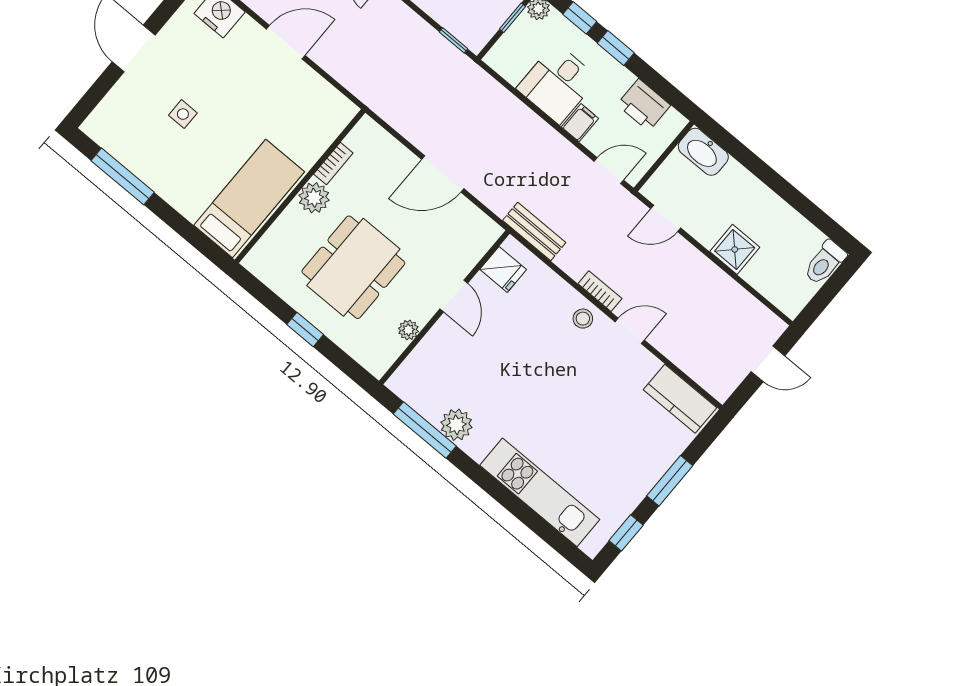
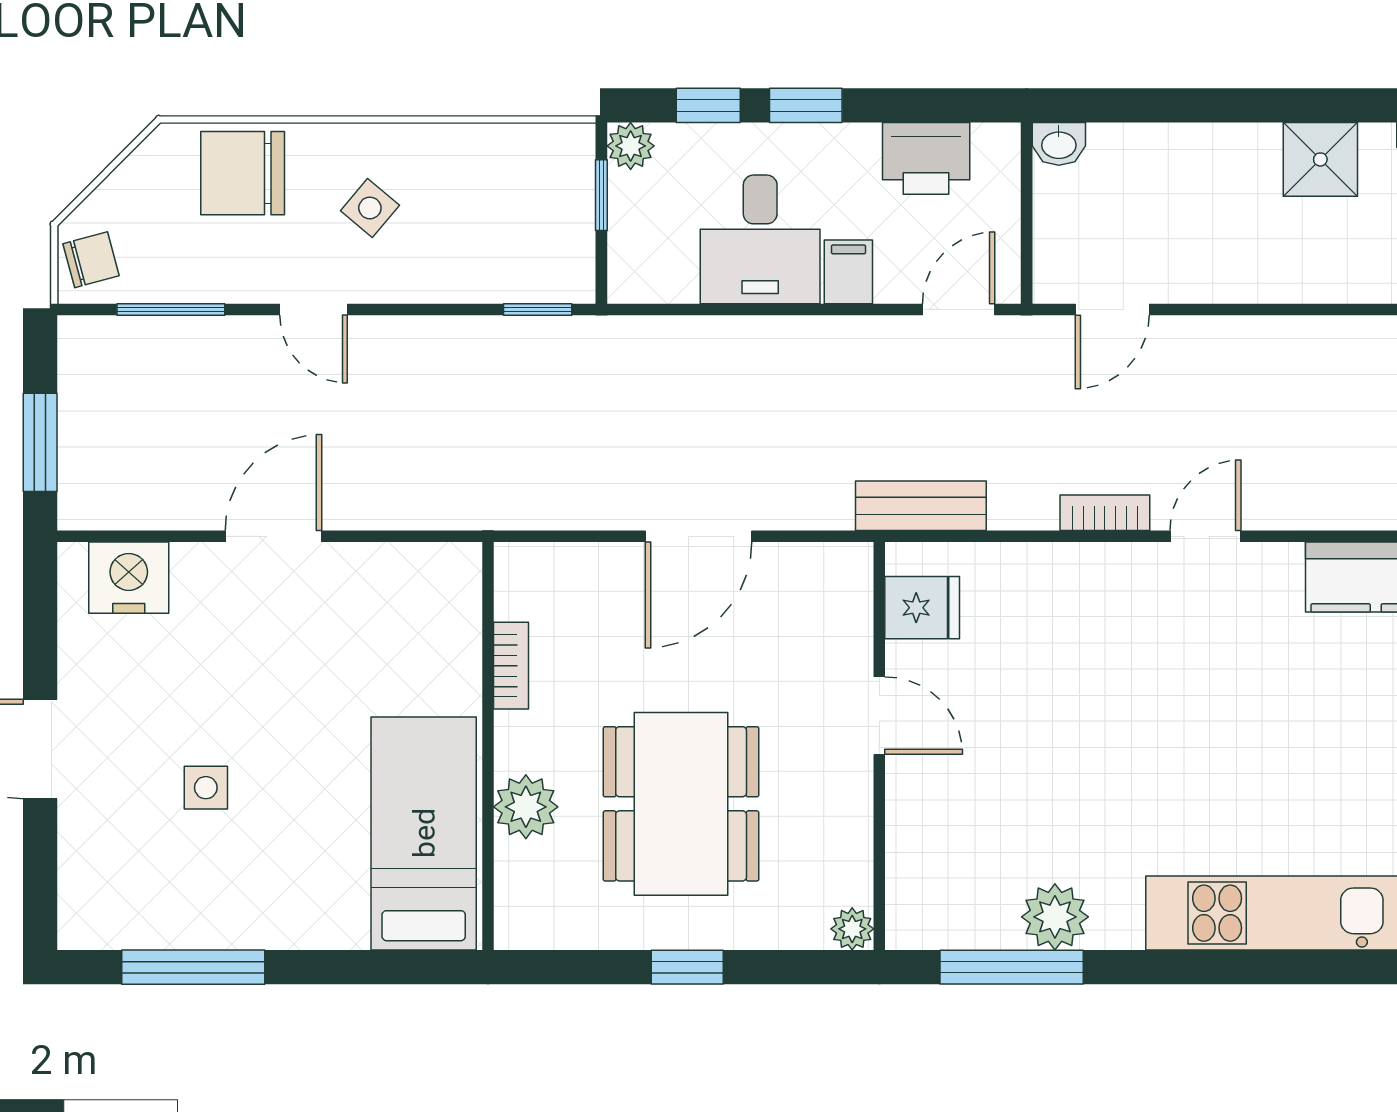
washbasin: (703, 152) -> (1059, 144), width x0.52, depth x0.69
plant: (314, 198) -> (526, 807), moved
shower: (735, 249) -> (1320, 159), moved
stool: (583, 319) -> (1114, 579), removed
plant: (408, 330) -> (852, 929), moved

